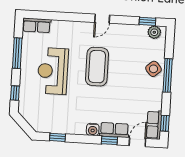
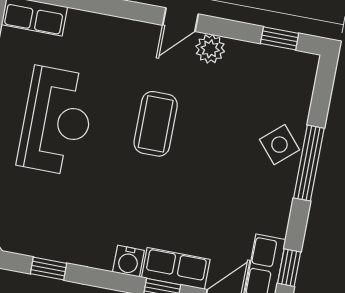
plant: (154, 32) -> (210, 49), moved
coffee table: (97, 67) -> (156, 124), width x0.73, depth x0.76
reception desk: (53, 71) -> (57, 121), turned 180

